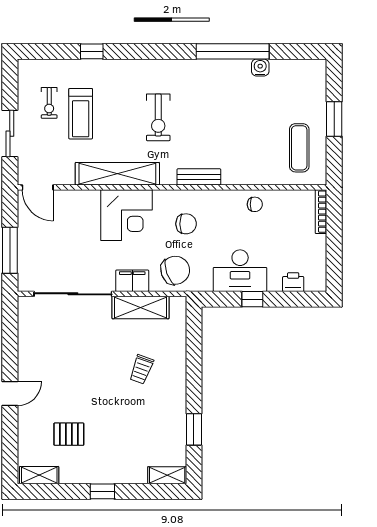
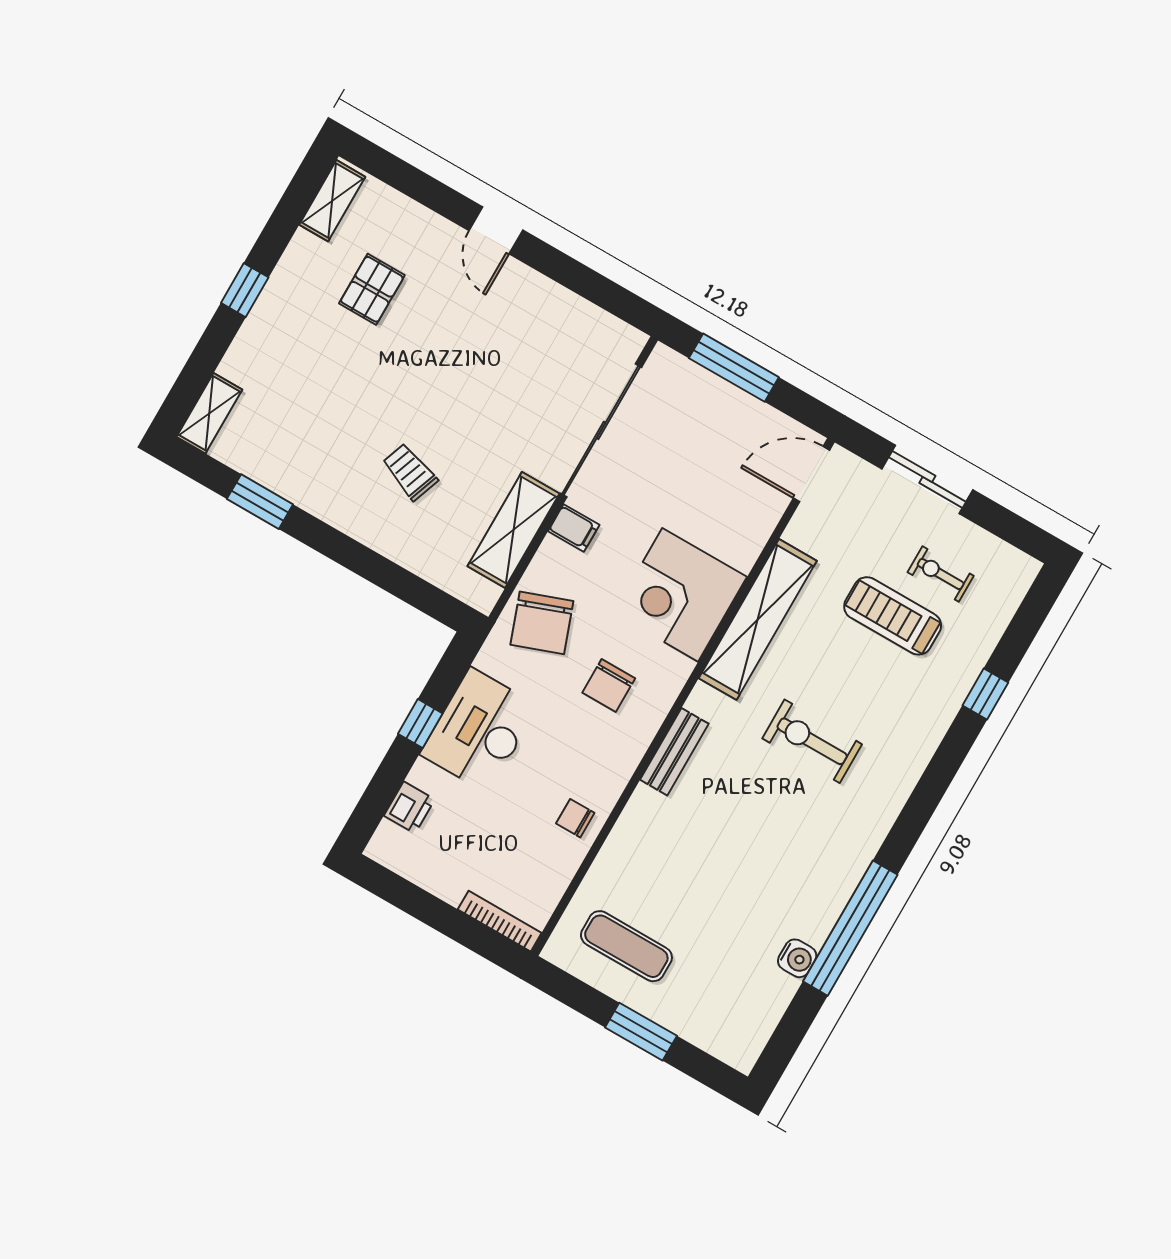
chair: (255, 204) -> (575, 818), turned 90
filing cabinet: (132, 281) -> (574, 528), width x0.50

